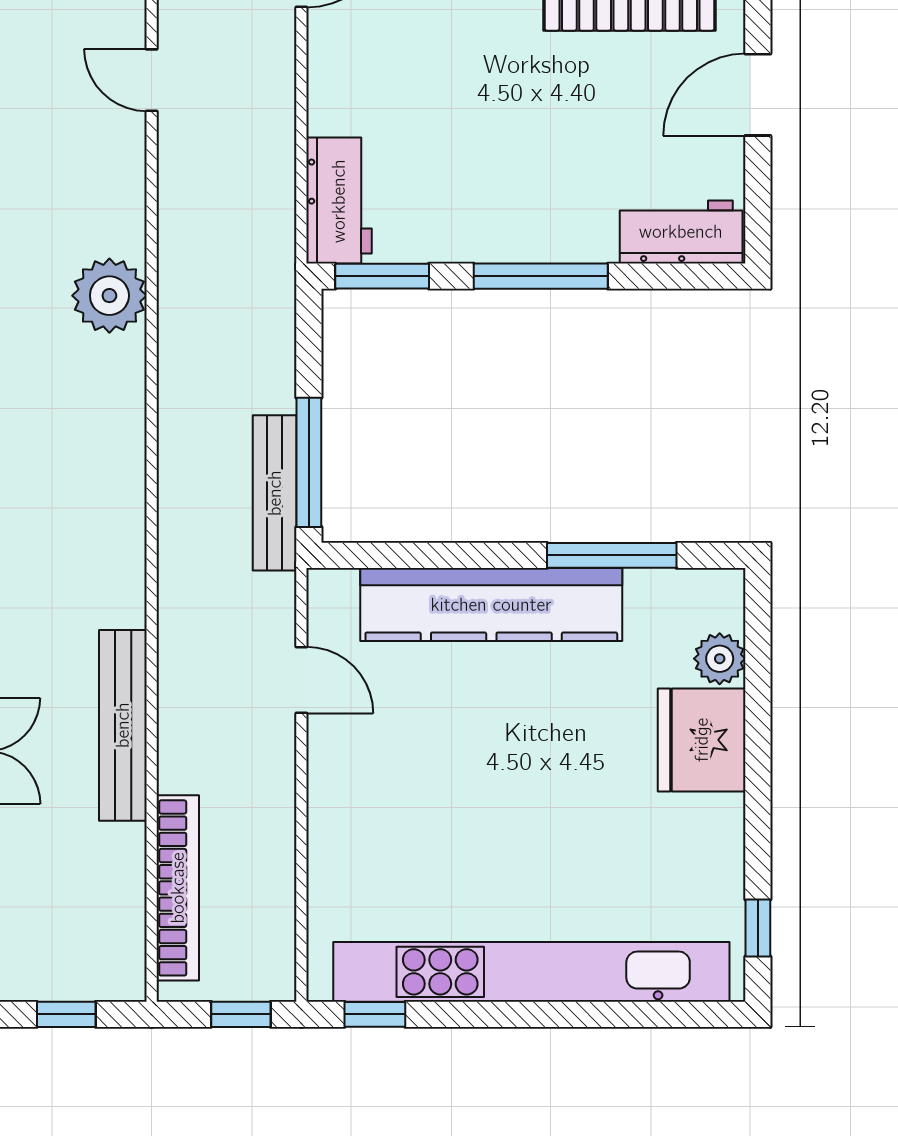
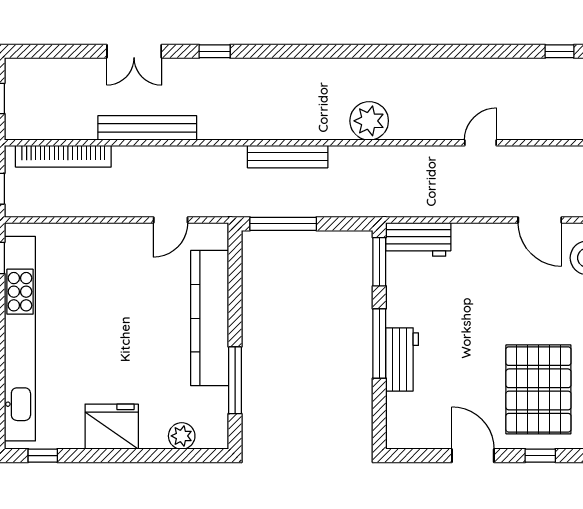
workbench: (681, 232) -> (402, 359), moved
bench: (275, 493) -> (288, 157), moved
fridge: (702, 740) -> (112, 427), moved

